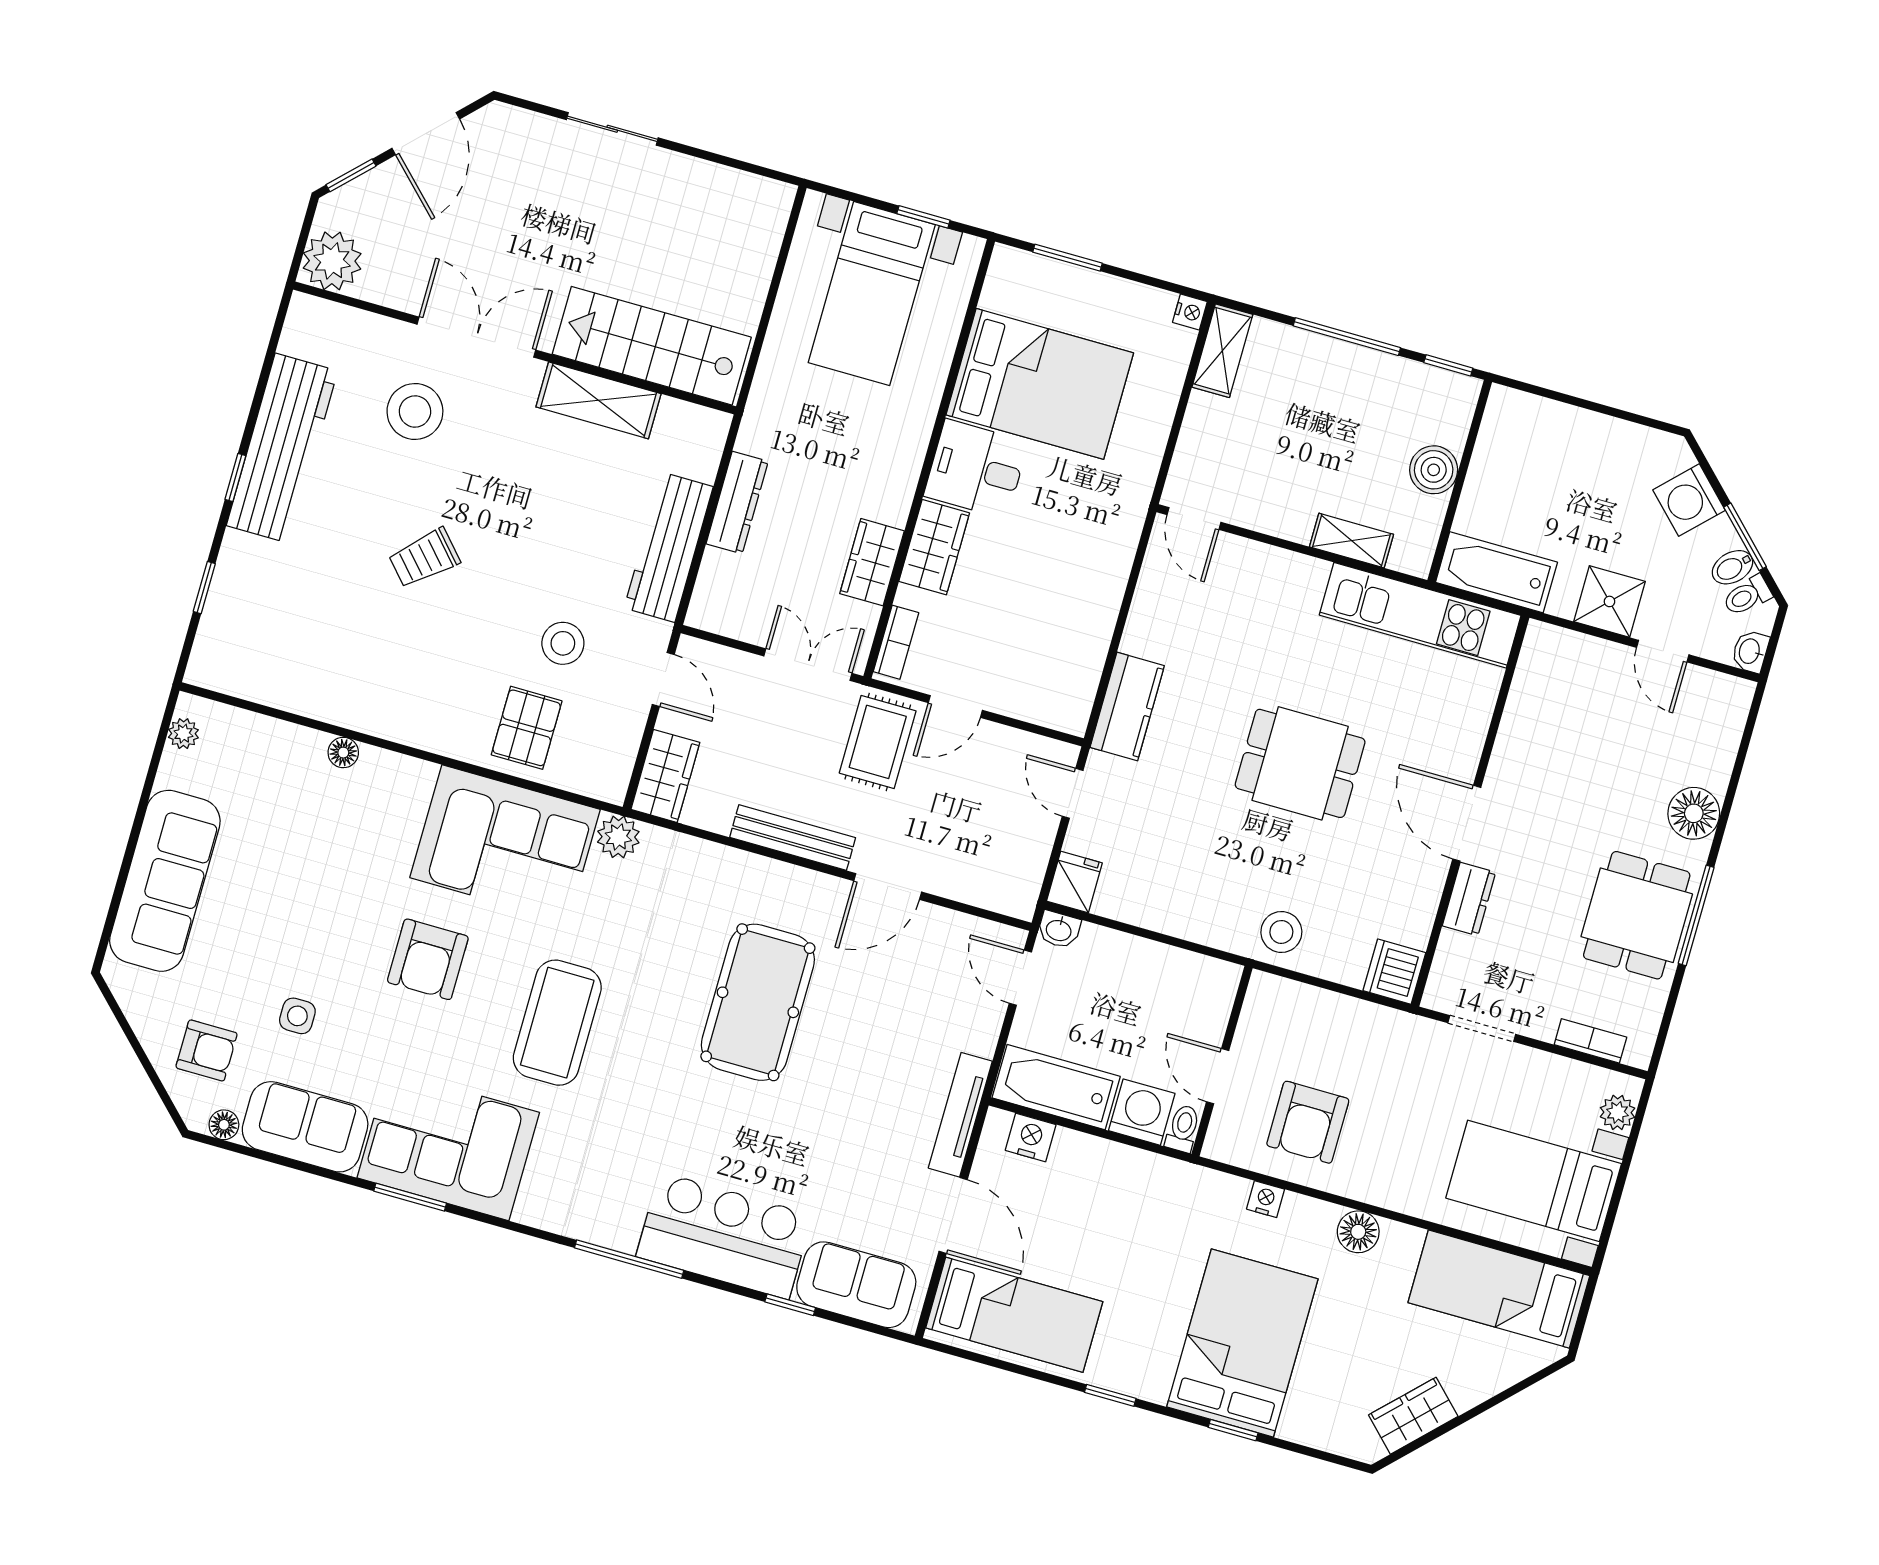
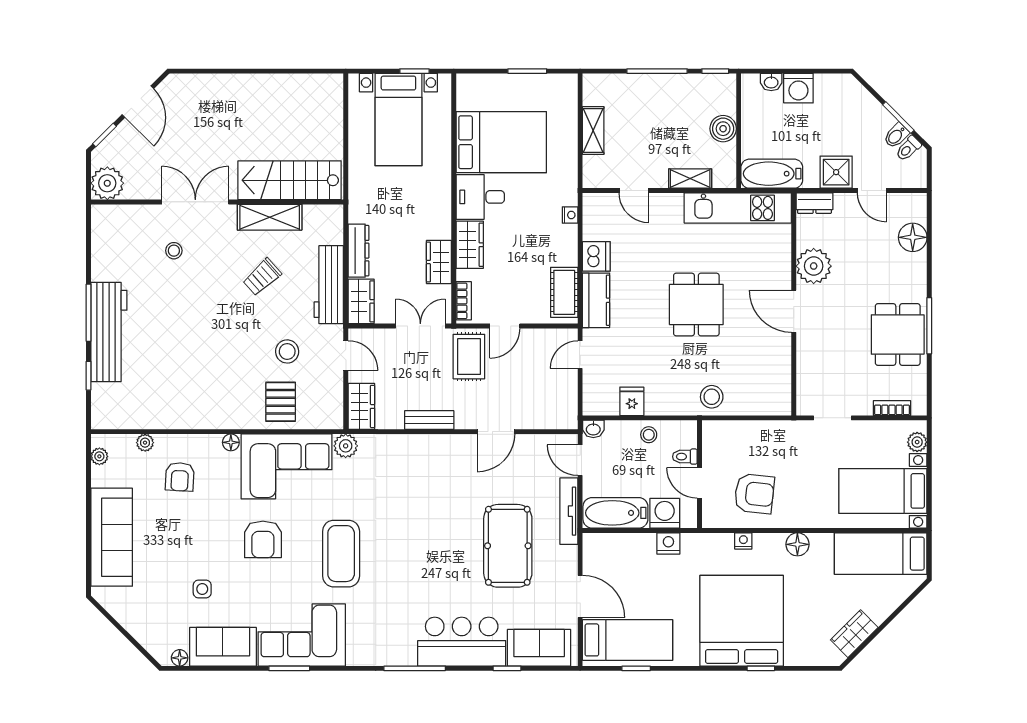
sliding door: (612, 129) -> (236, 71), removed
window: (1067, 258) -> (527, 71), moved
nightstand: (1190, 312) -> (570, 215), moved
shelving: (1222, 351) -> (593, 131), moved
stool: (415, 411) -> (174, 251), width x0.53, depth x0.53
workbench: (282, 448) -> (109, 332), moved
window: (235, 477) -> (89, 313), width x2.17
washing machine: (1689, 500) -> (798, 88), moved, turned -45
door: (1194, 519) -> (634, 191), moved
trolley: (424, 558) -> (262, 277), moved
wardrobe: (717, 592) -> (361, 301), added
washbasin: (1750, 651) -> (771, 82), moved, turned -90
cot: (1076, 677) -> (564, 292), added
plant: (270, 732) -> (145, 443), added
floor lamp: (343, 753) -> (231, 442), moved
plant: (1524, 754) -> (814, 266), added
dining table: (1300, 763) -> (696, 305), turned 90
door: (1073, 793) -> (580, 355), hinge flipped
floor lamp: (1694, 813) -> (913, 237), moved
bench: (793, 838) -> (429, 420), width x0.73
fridge: (1074, 882) -> (632, 401), moved
dresser: (1469, 899) -> (814, 203), moved, turned 90
stool: (1153, 967) -> (649, 435), added
dishwasher: (1394, 972) -> (596, 256), moved, turned 180
pool table: (758, 1002) -> (508, 546), moved
armchair: (207, 1050) -> (180, 477), moved, turned 93
tv unit: (960, 1115) -> (569, 511), moved
armchair: (1308, 1122) -> (754, 494), turned -84
toilet: (1183, 1129) -> (685, 457), moved, turned -90
nightstand: (1031, 1138) -> (668, 543), moved
bed: (1242, 1343) -> (742, 621), width x1.36
window: (1110, 1395) -> (636, 668), moved

